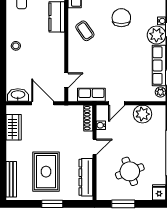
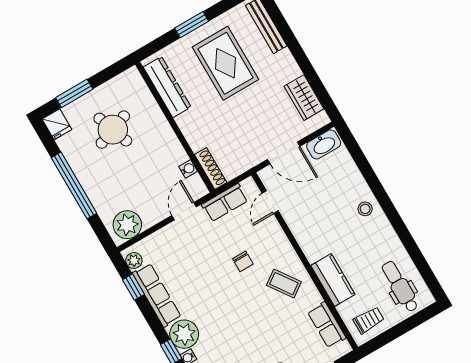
chair: (121, 18) -> (243, 261), moved, width x0.54, depth x0.54
plant: (143, 114) -> (127, 225), moved
door: (95, 147) -> (180, 135), removed
window: (123, 204) -> (74, 93), moved

